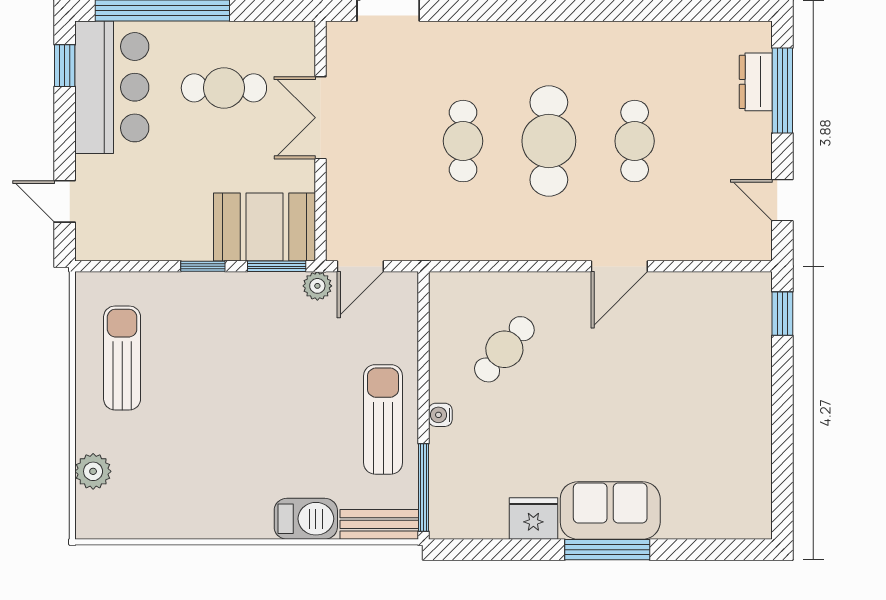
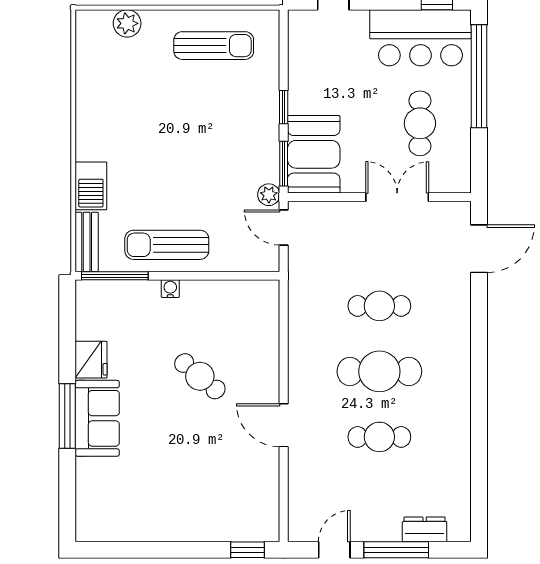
window: (782, 90) -> (396, 550), moved
cafe table: (504, 349) -> (200, 376), moved
sun lounger: (383, 419) -> (167, 245), turned 180

